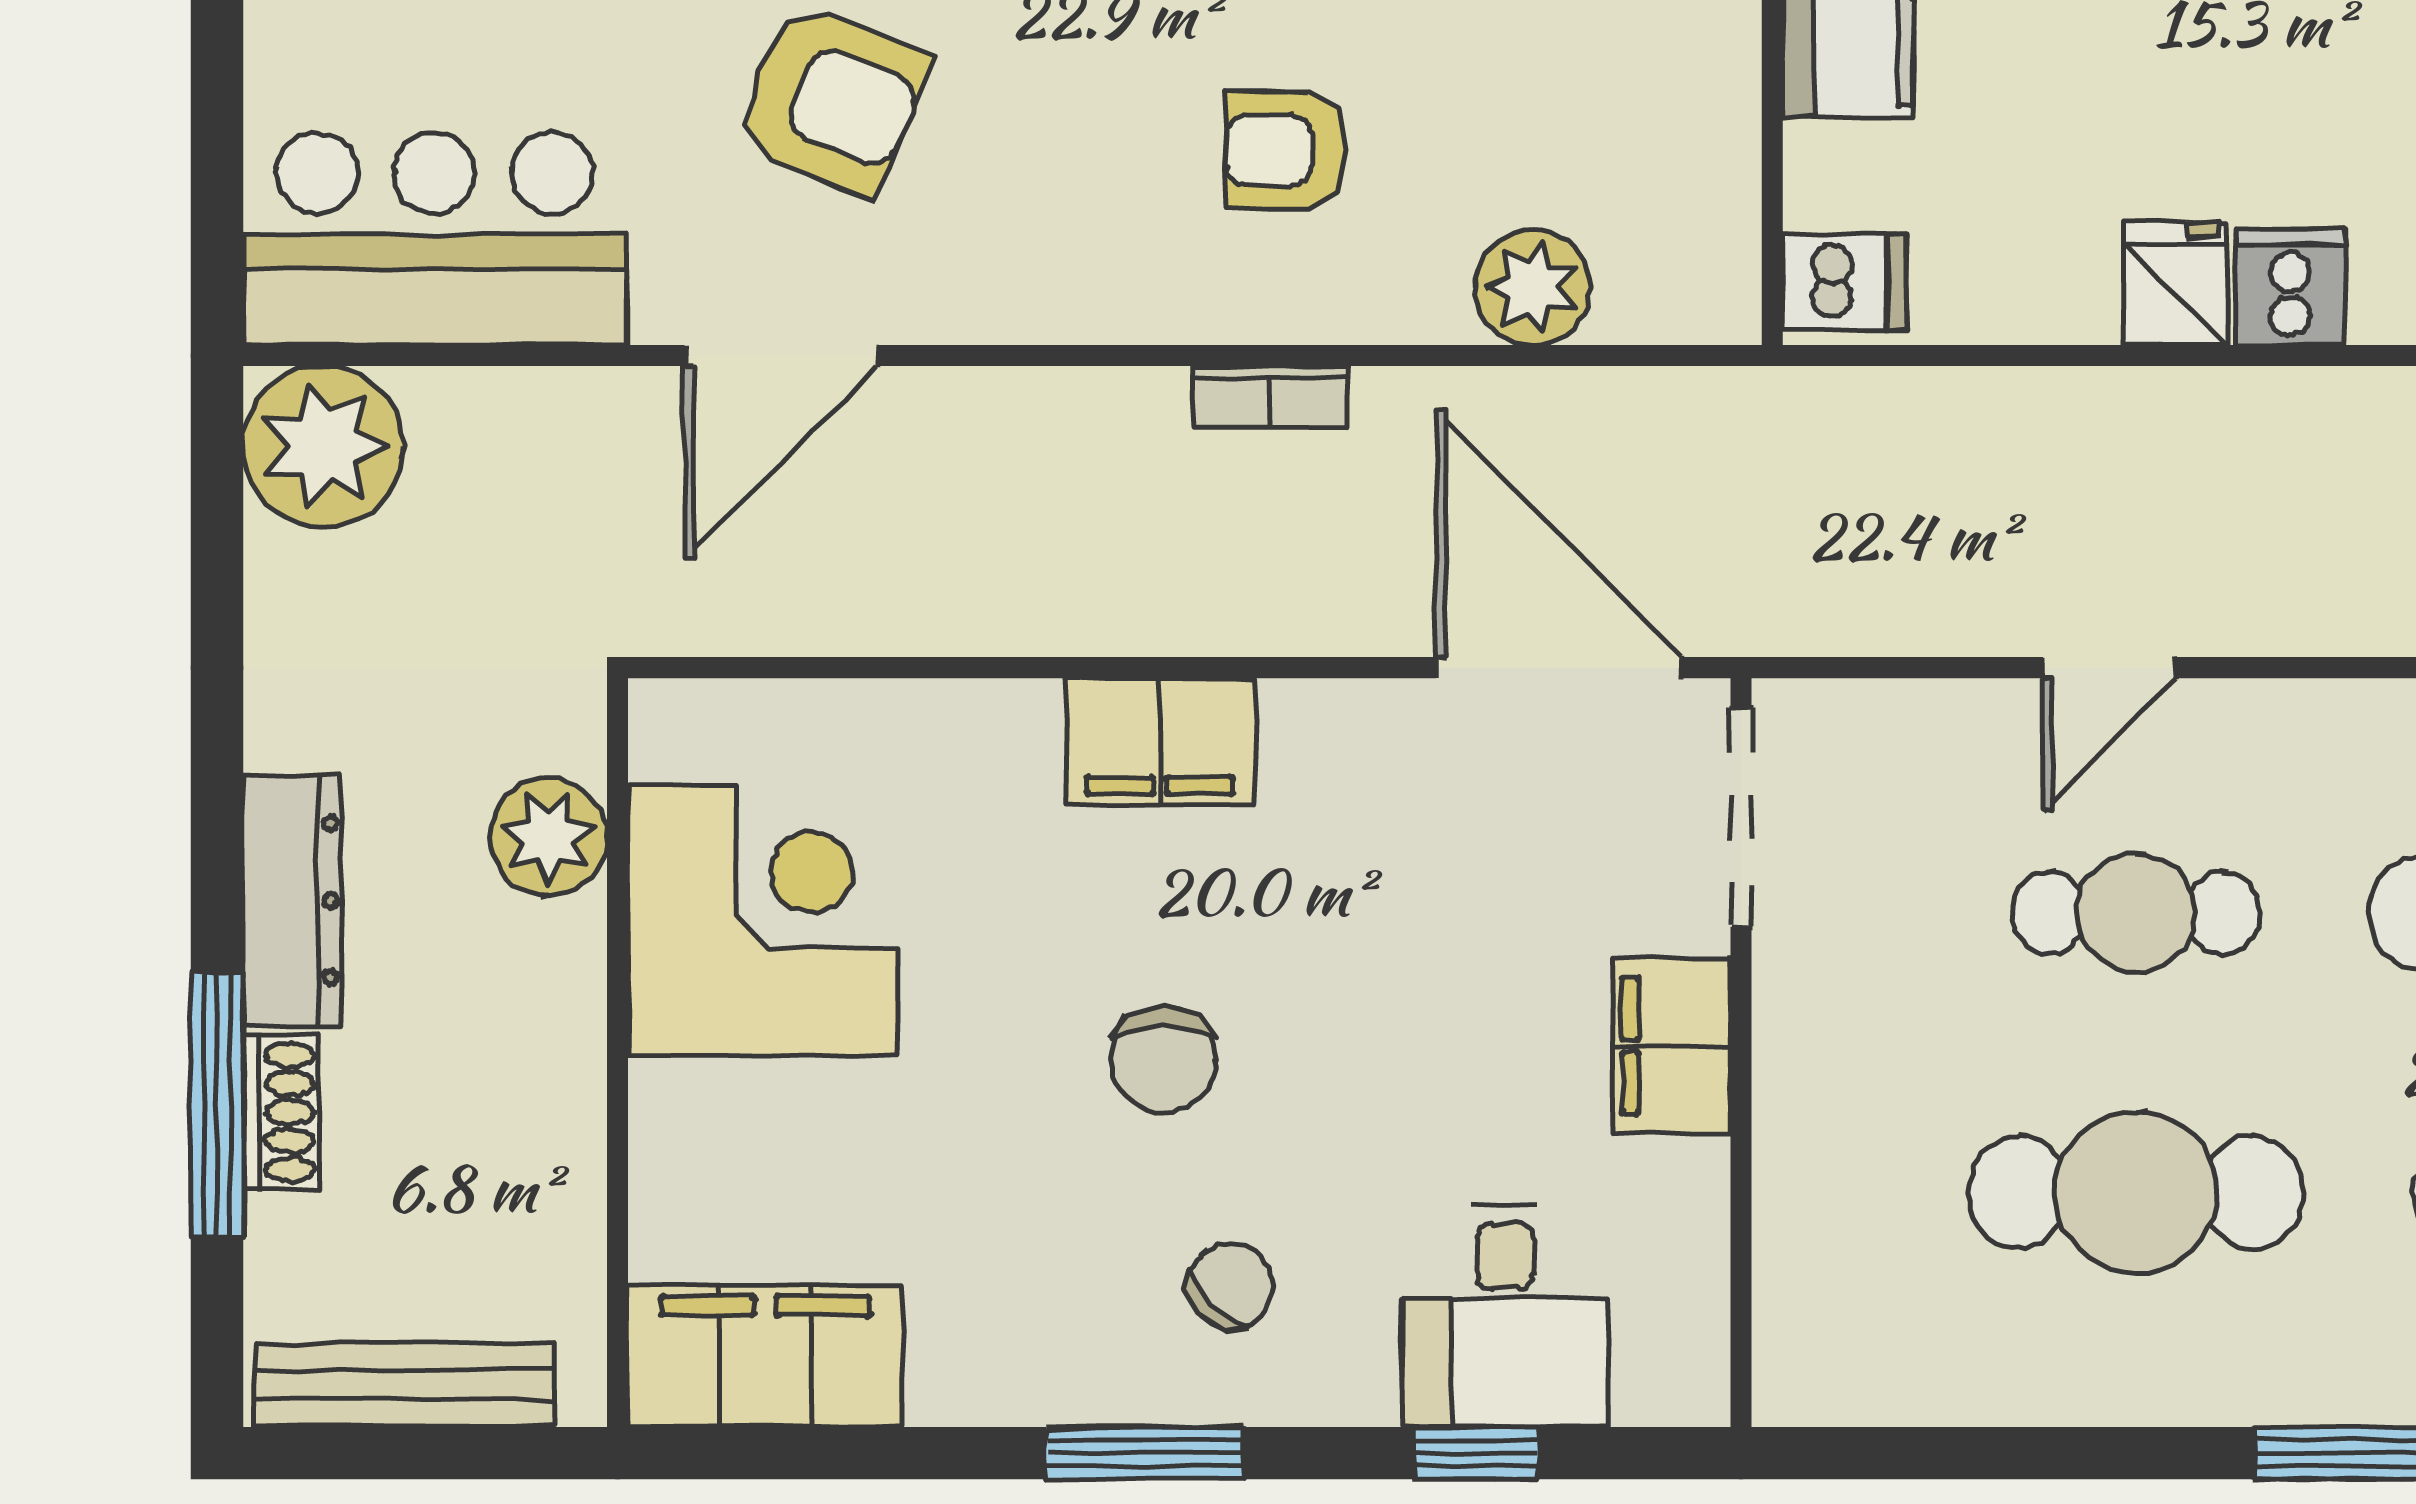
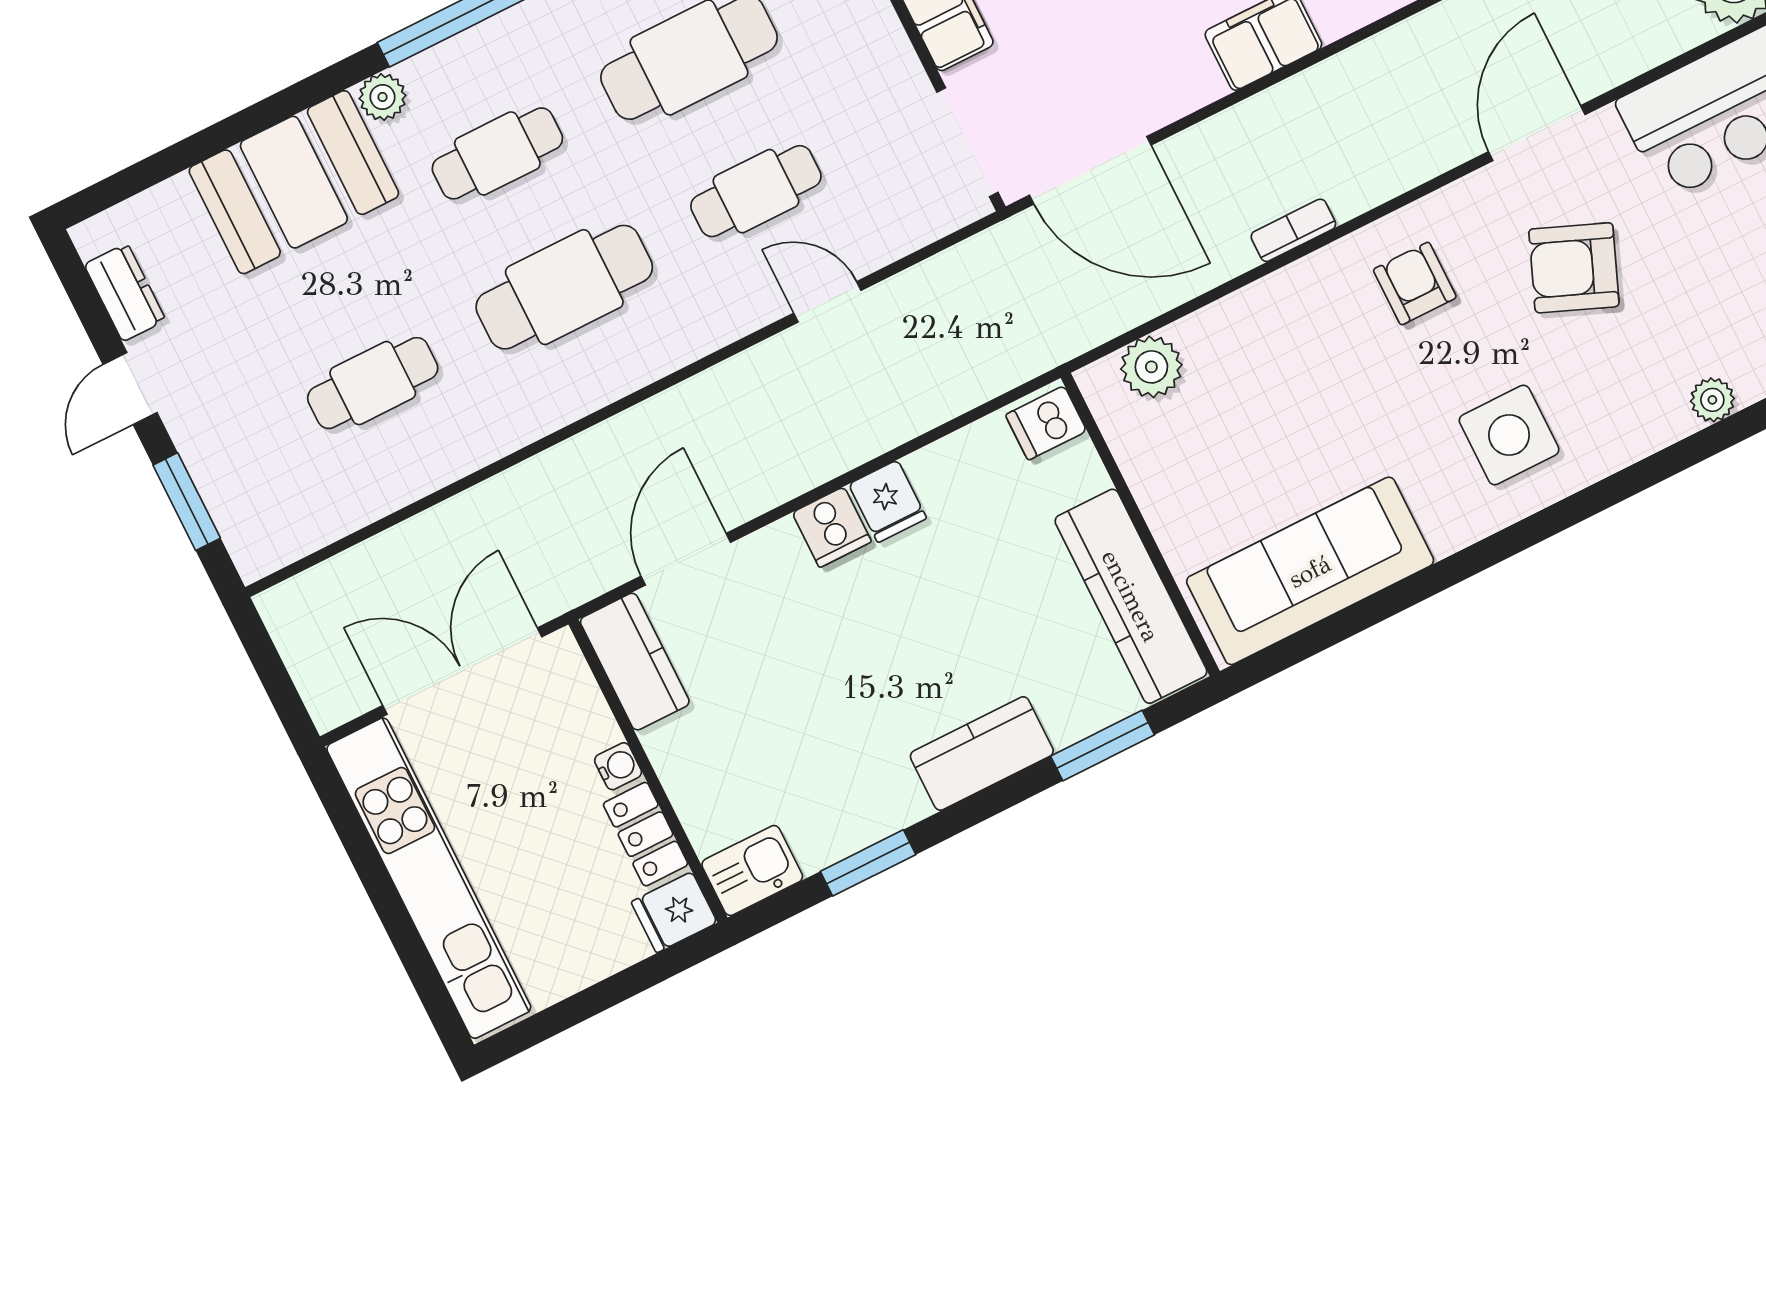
armchair: (1285, 150) -> (1415, 283), moved, turned -90
plant: (1533, 287) -> (1151, 367), moved
door: (2109, 668) -> (827, 302), hinge flipped

